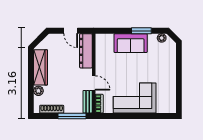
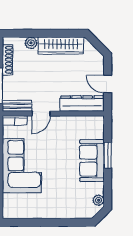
door: (71, 31) -> (108, 84), hinge flipped
window: (141, 31) -> (108, 155), moved

